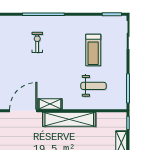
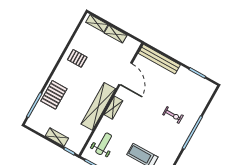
weight bench: (93, 86) -> (104, 144), moved, turned 180
shelving: (50, 104) -> (113, 108), moved

